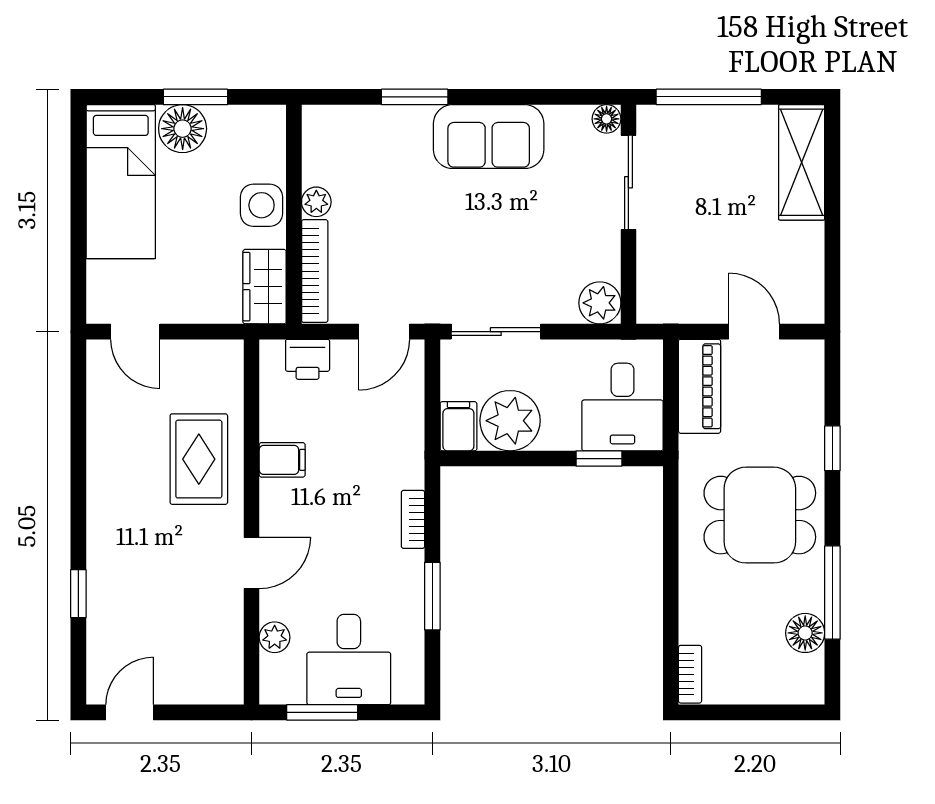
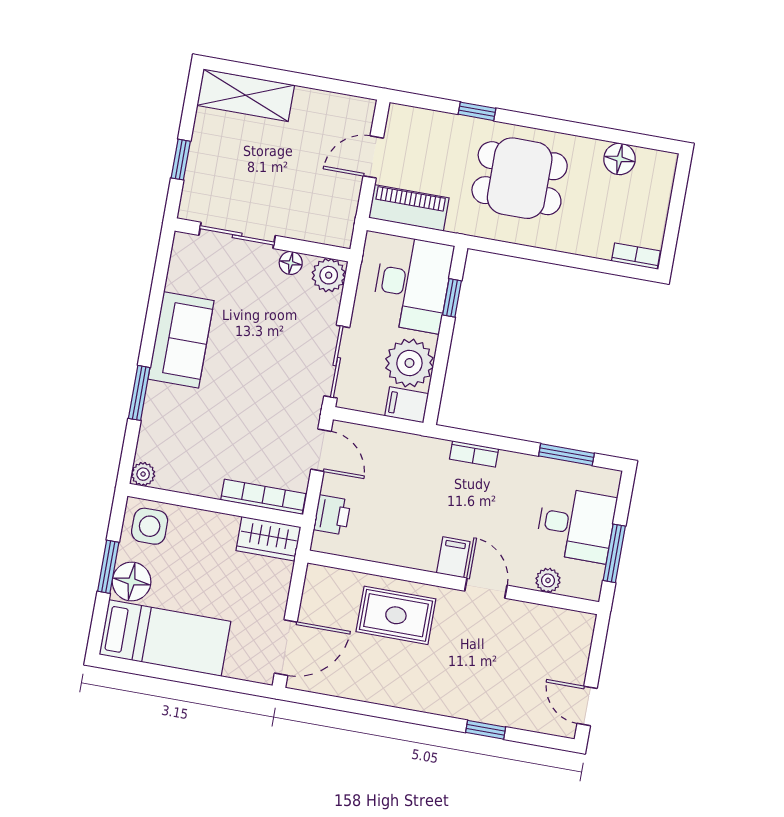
window: (709, 97) -> (181, 160), width x0.46
floor lamp: (607, 119) -> (291, 263), moved
plant: (316, 202) -> (143, 474), moved
side table: (262, 205) -> (150, 526), moved
door: (135, 332) -> (286, 648), width x1.38
desk: (622, 407) -> (412, 284), width x1.37
filing cabinet: (282, 460) -> (453, 557), moved
dining table: (760, 515) -> (520, 178), turned 90
window: (832, 593) -> (591, 132), removed
window: (432, 596) -> (566, 455), moved

